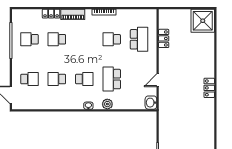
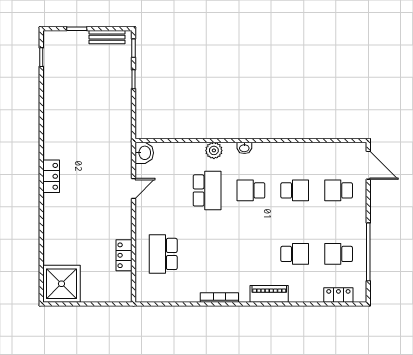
locker: (51, 14) -> (338, 295), moved
school desk: (29, 39) -> (339, 254), turned 180
school desk: (112, 39) -> (207, 254), removed

